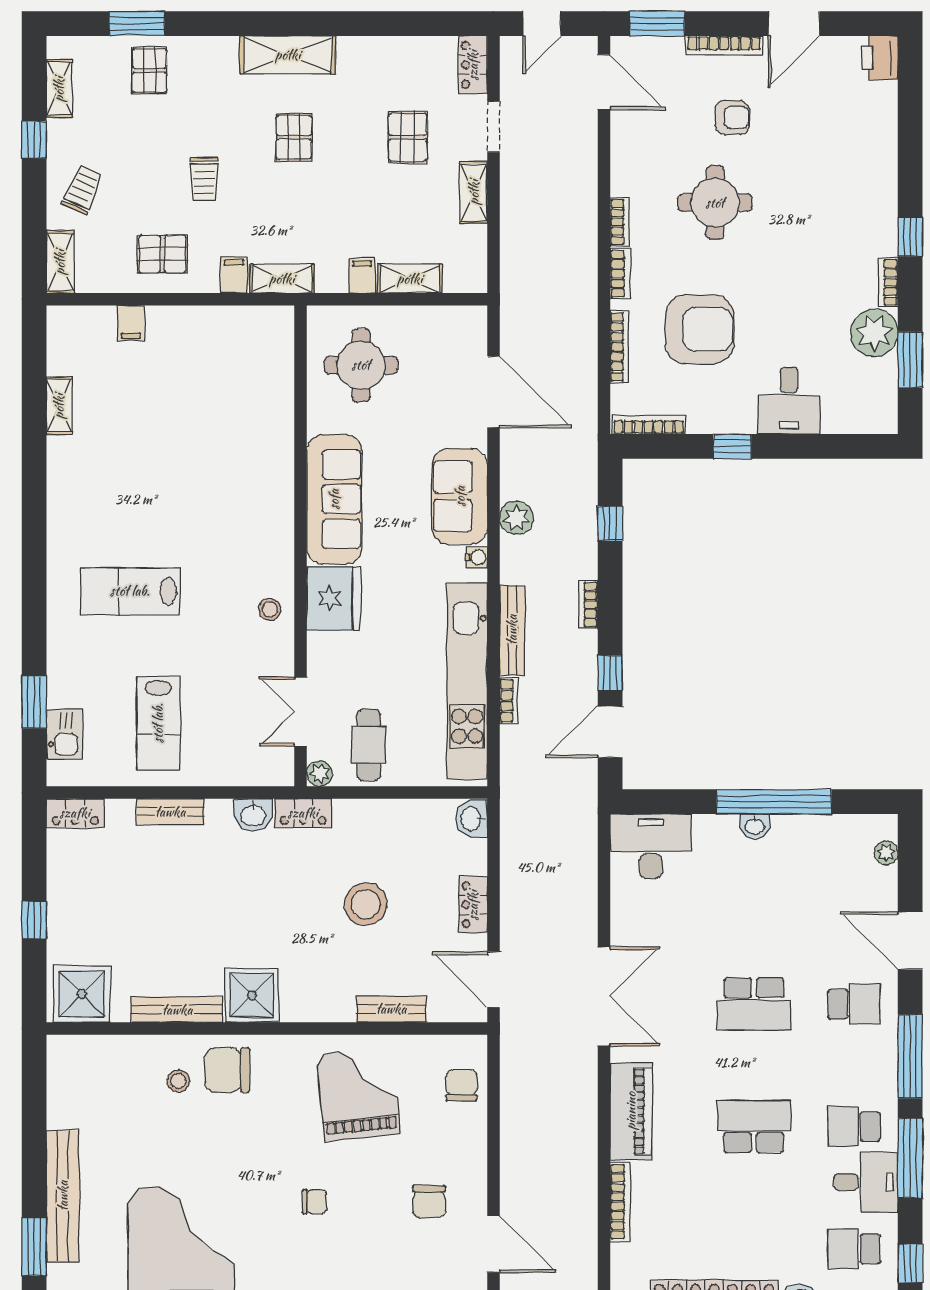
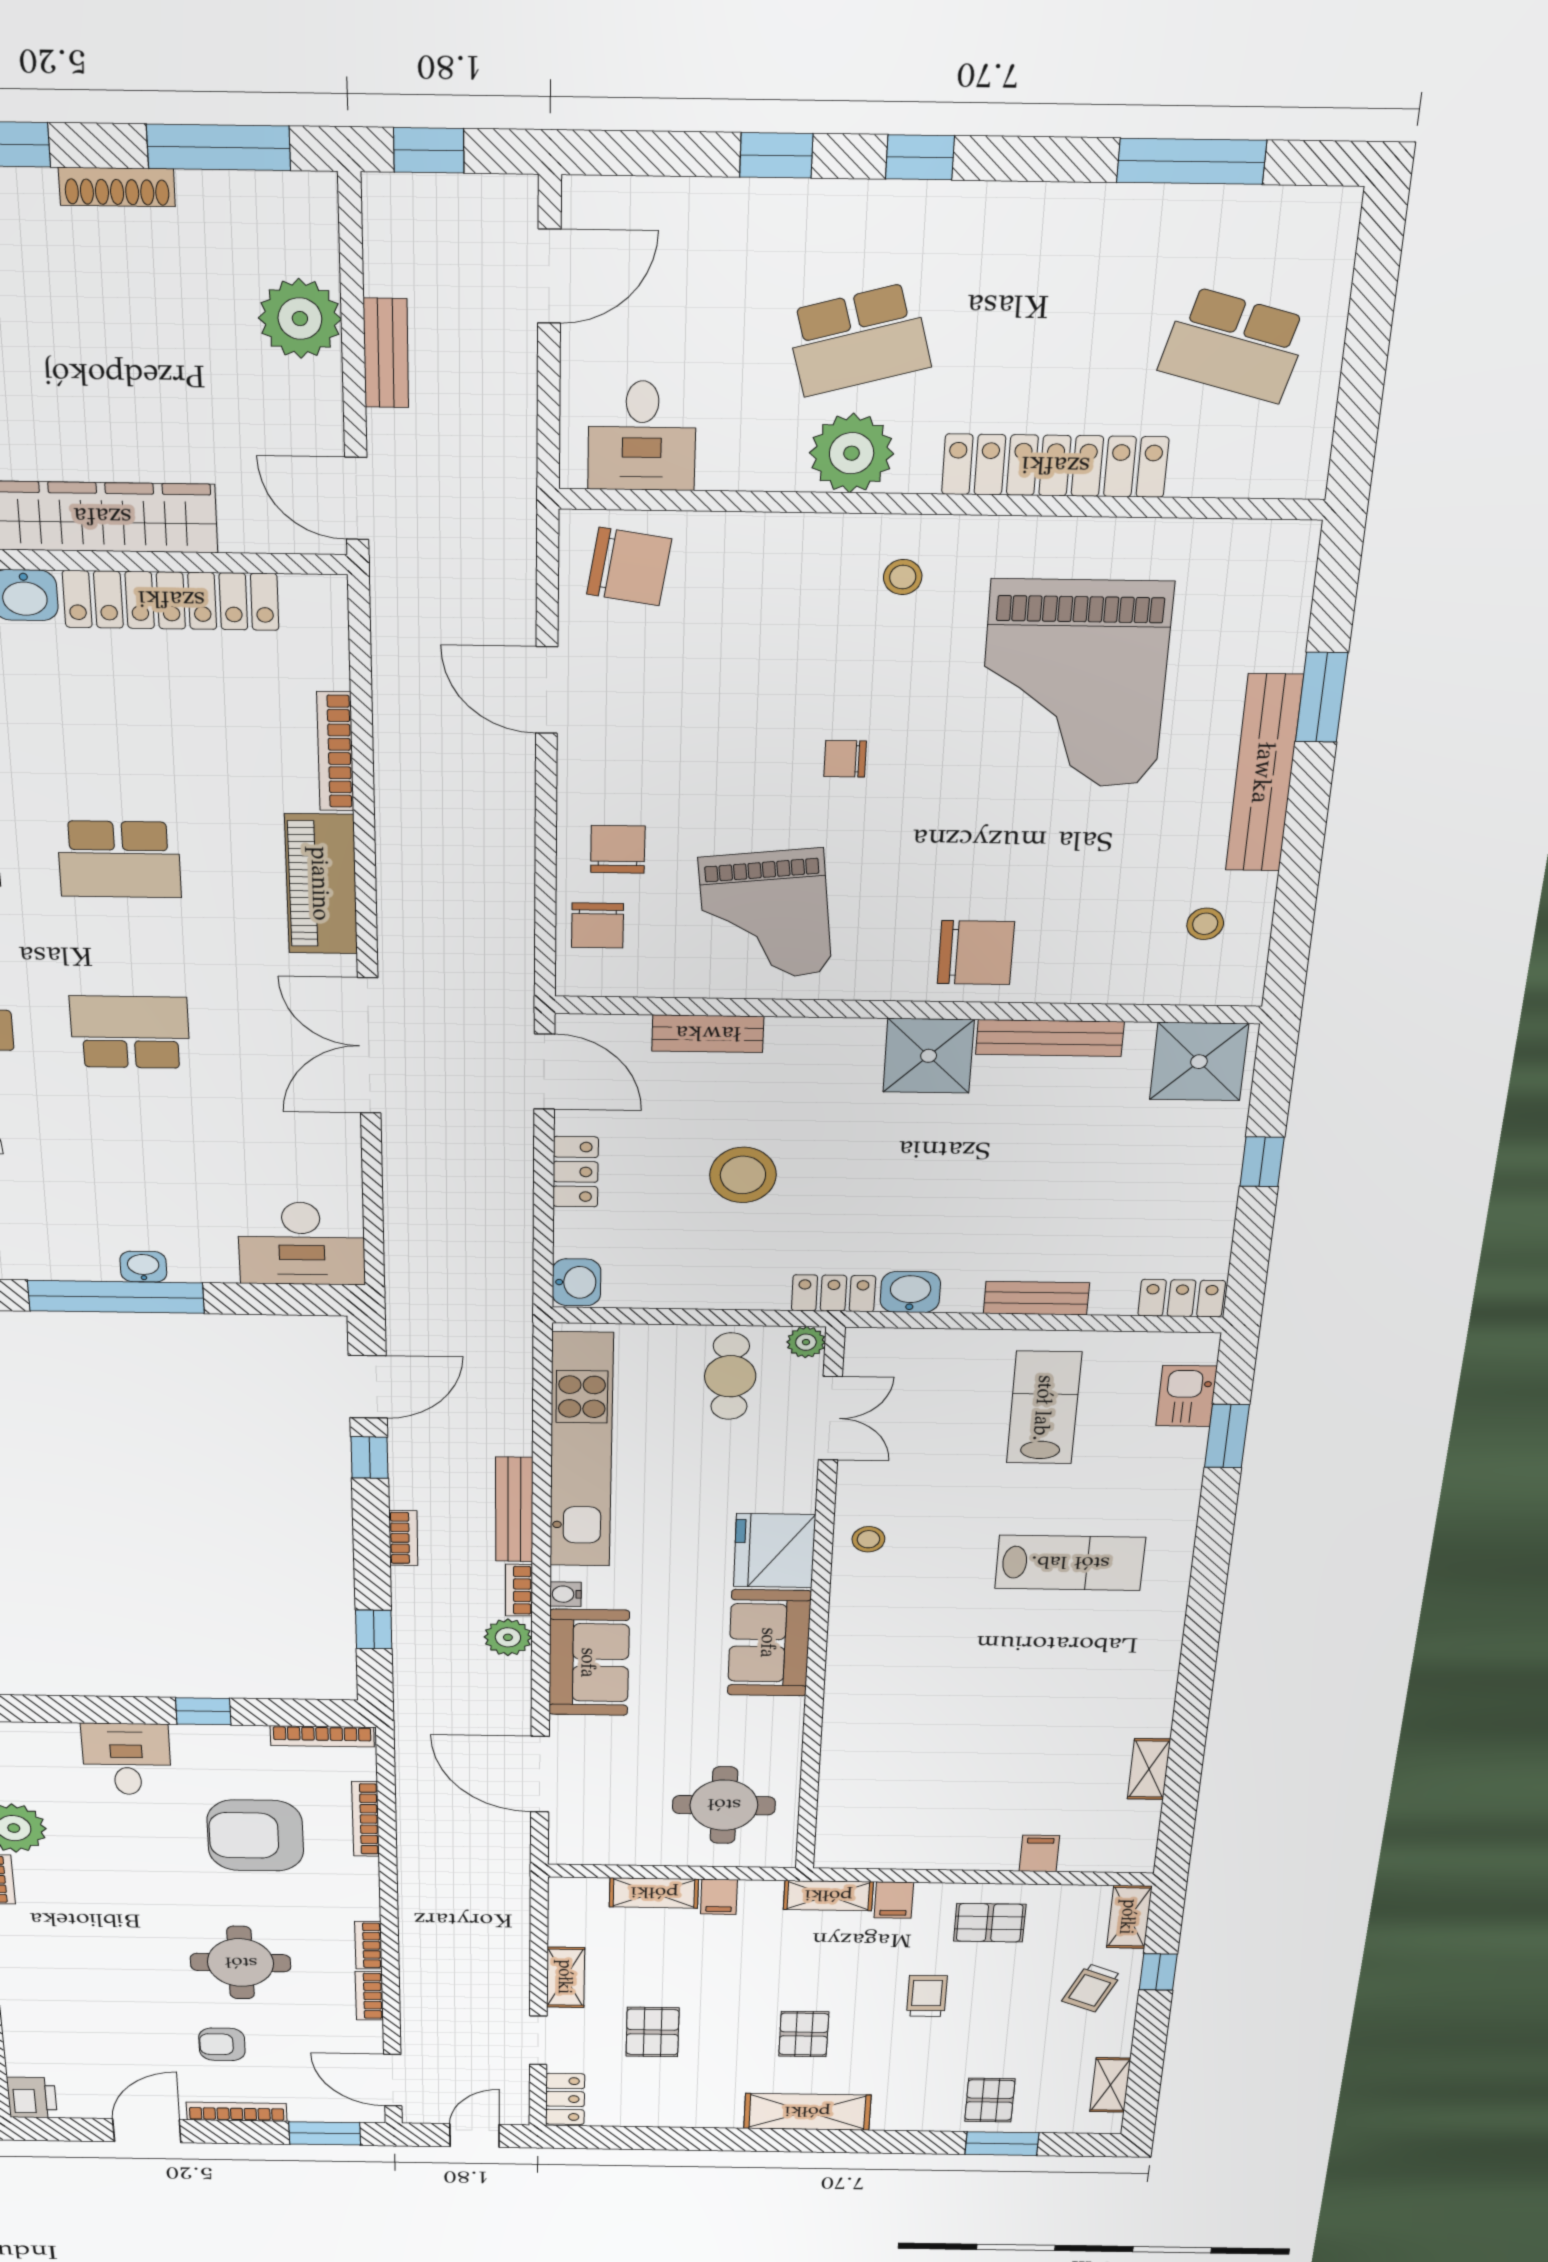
window: (34, 140) -> (1158, 1972), moved
bookcase: (620, 274) -> (369, 1996), moved
sofa: (334, 499) -> (769, 1643), width x0.73
bookcase: (509, 701) -> (519, 1590), moved
stool: (178, 1081) -> (1205, 924), moved
chair: (429, 1202) -> (618, 849), moved

